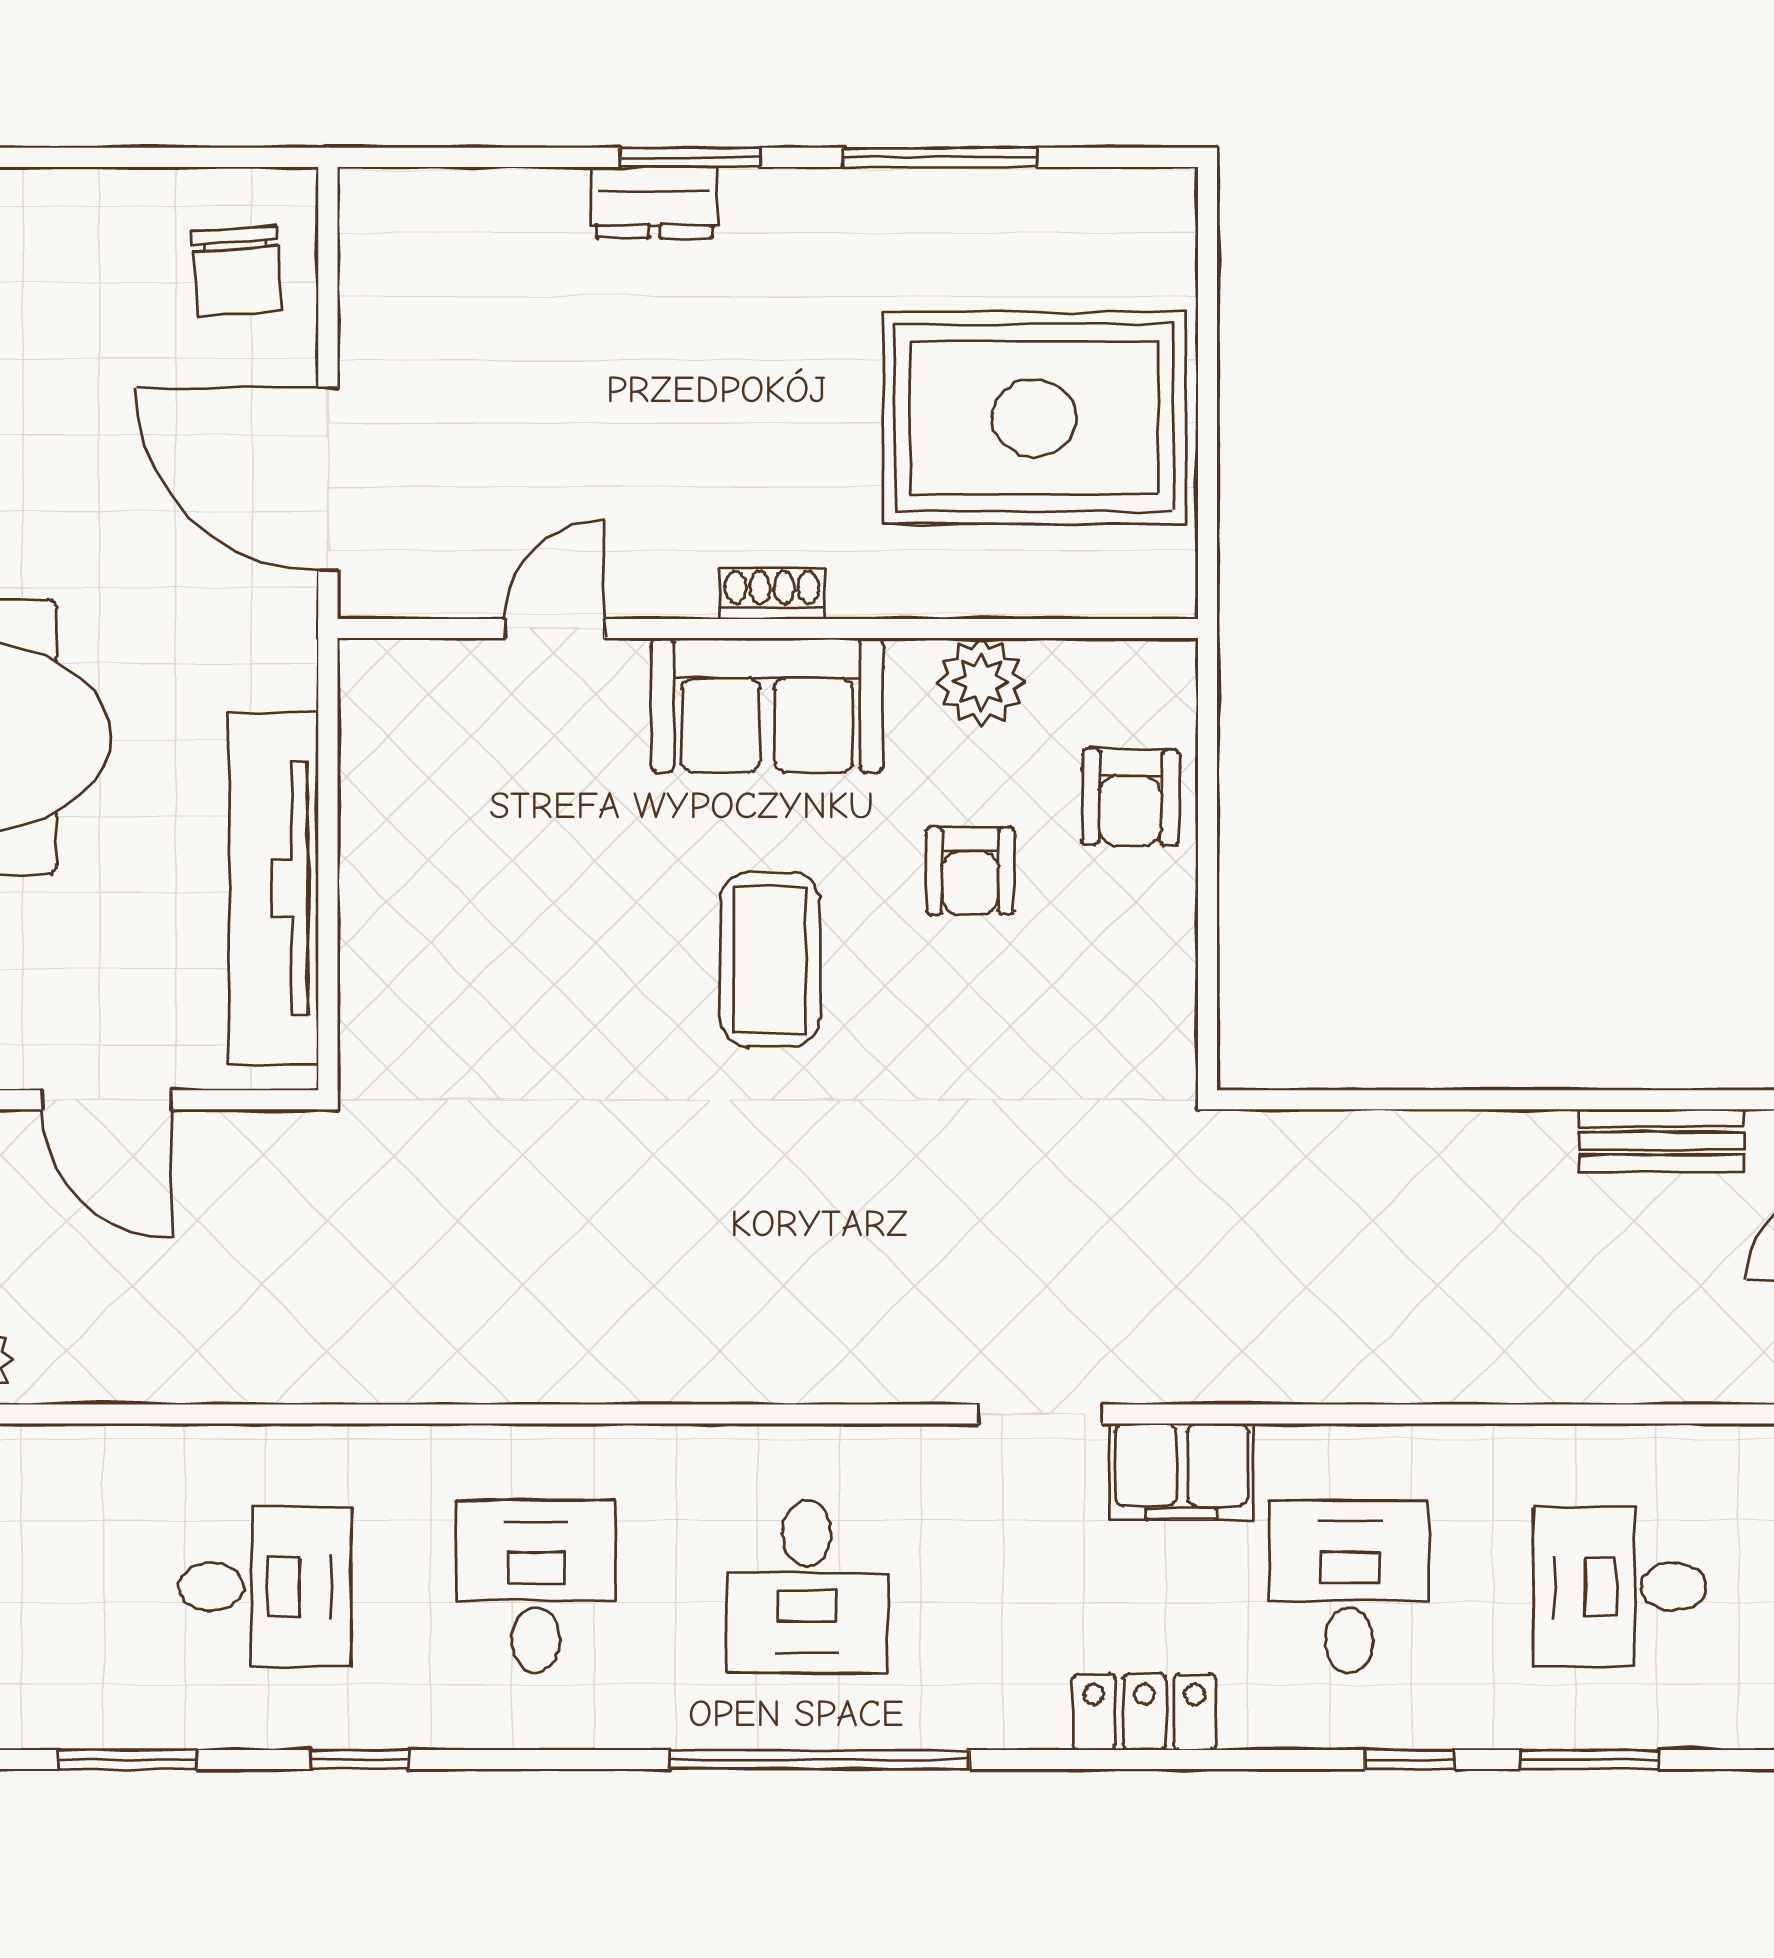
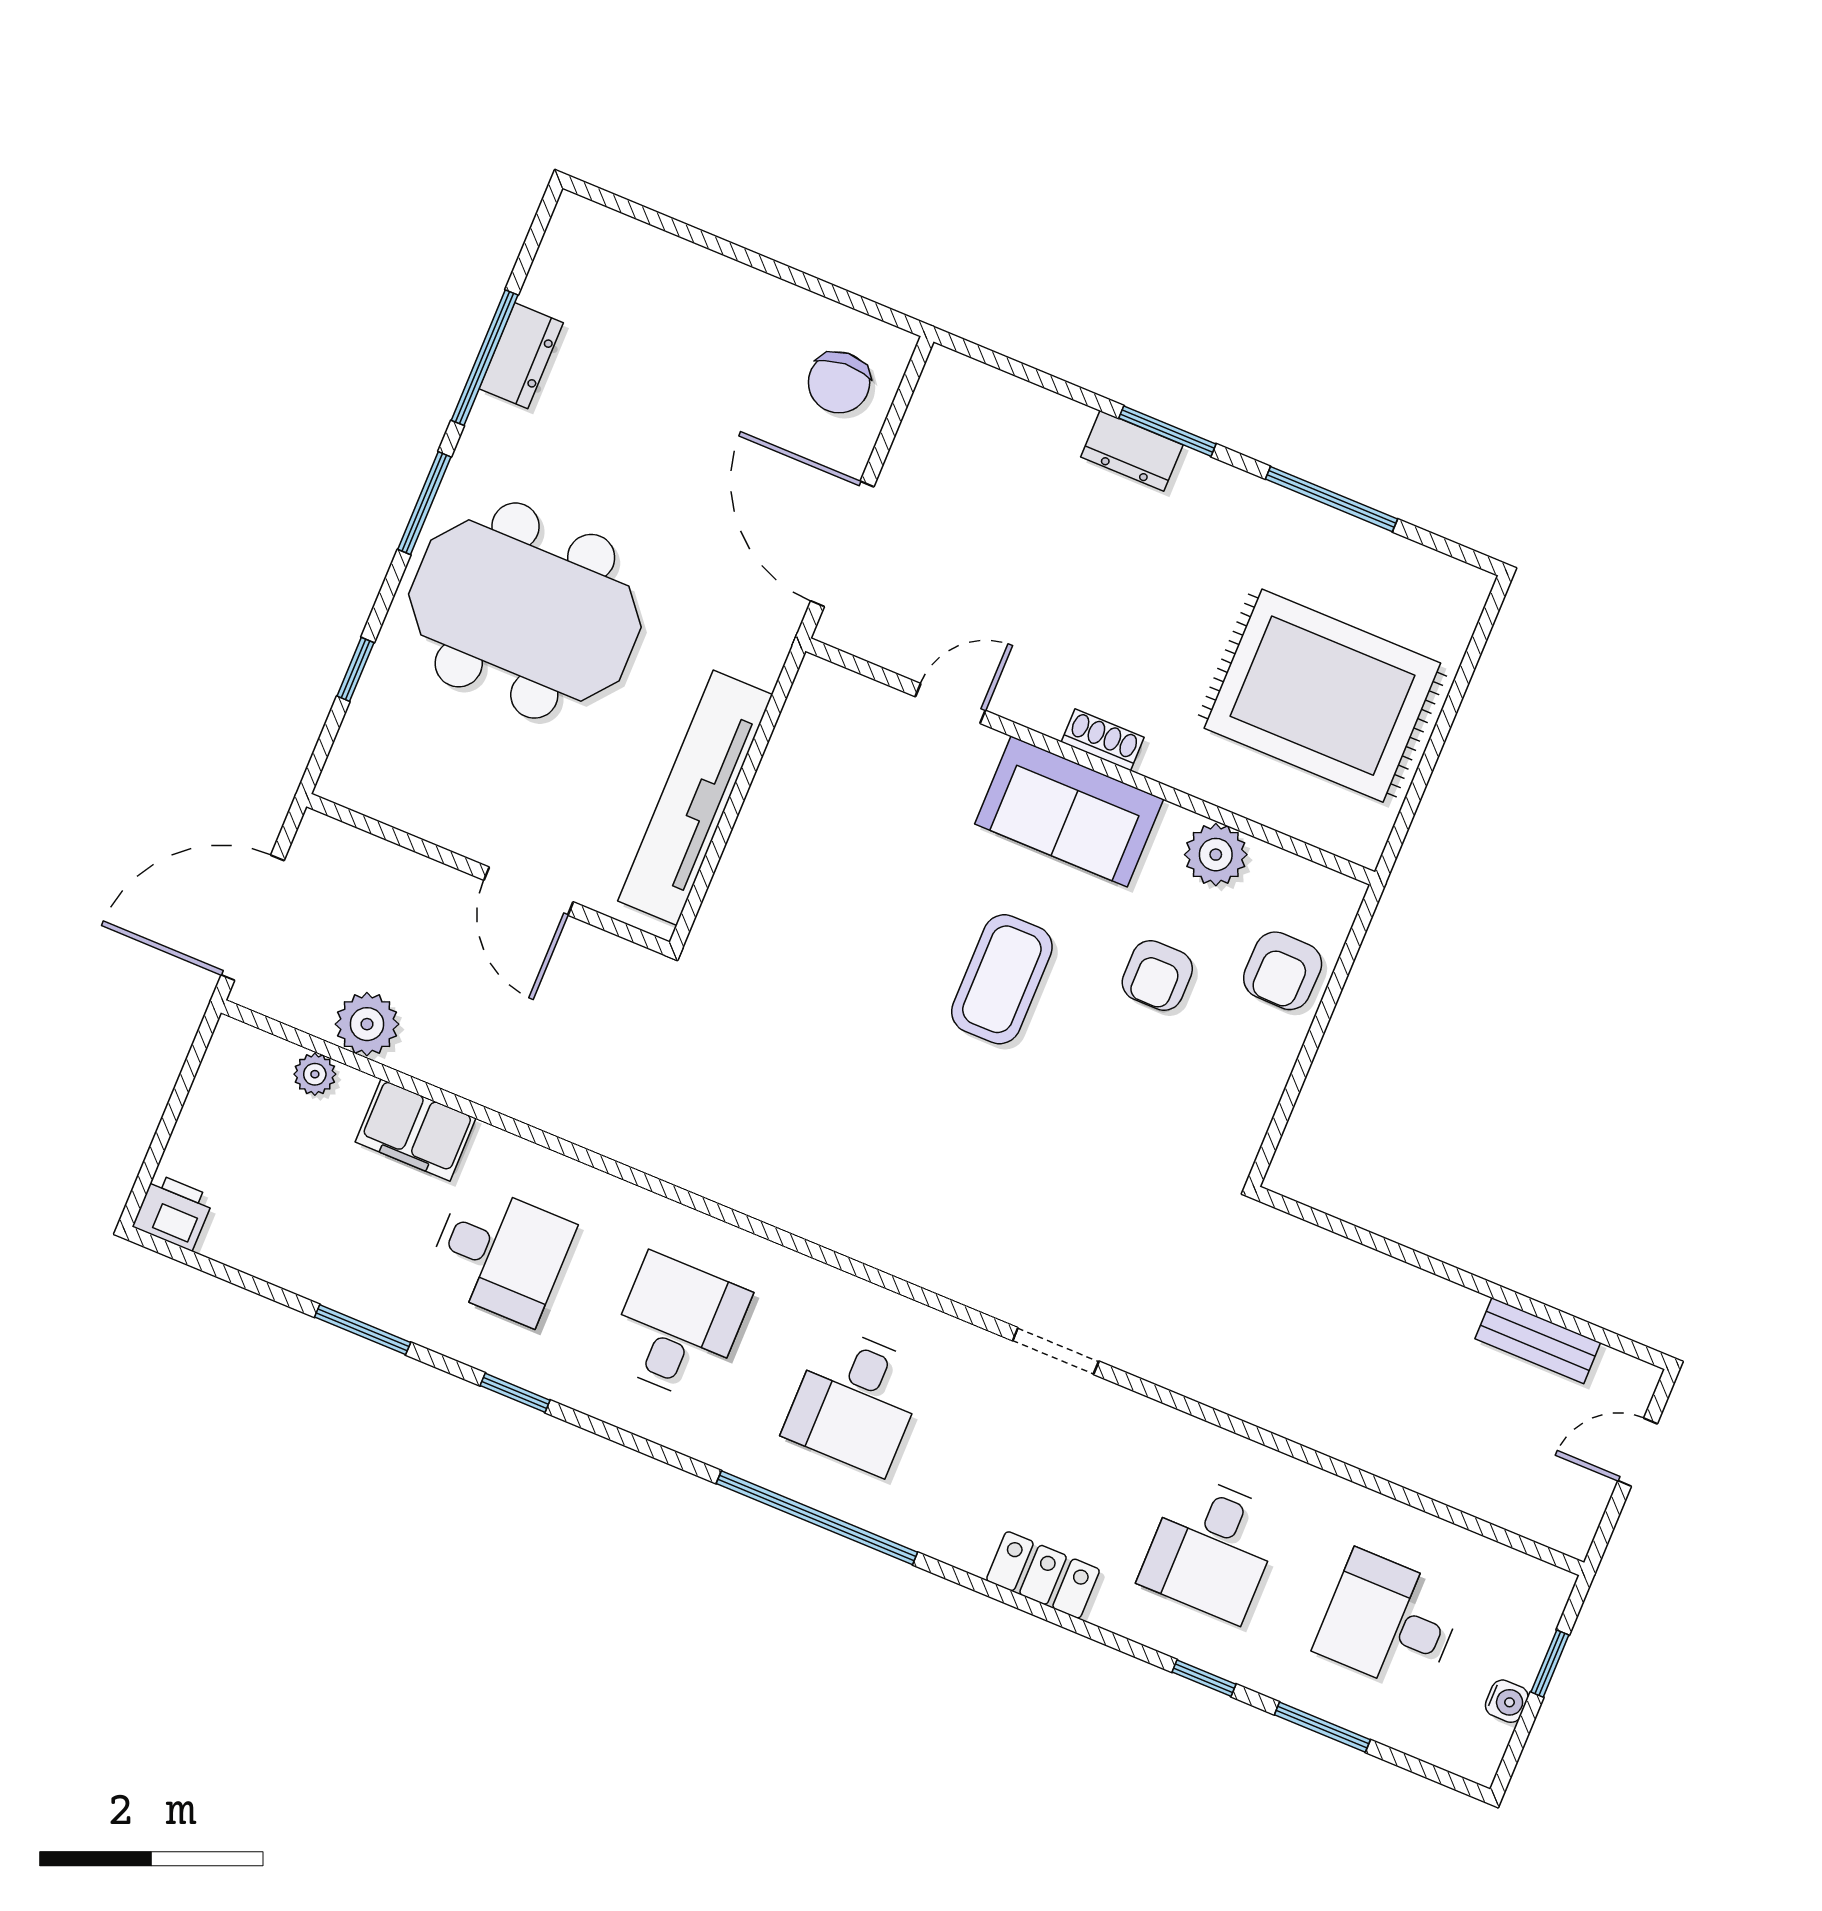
filing cabinet: (1181, 1471) -> (415, 1130), moved
desk: (1349, 1587) -> (1211, 1548), turned 180

